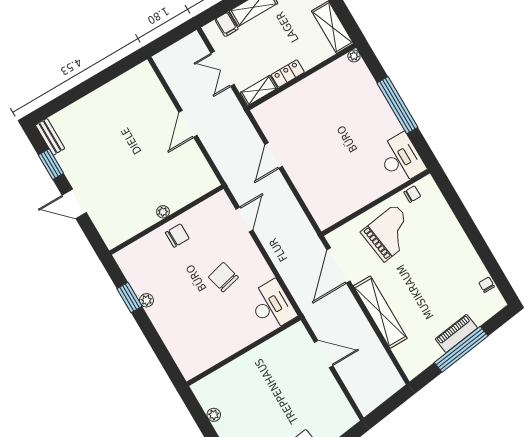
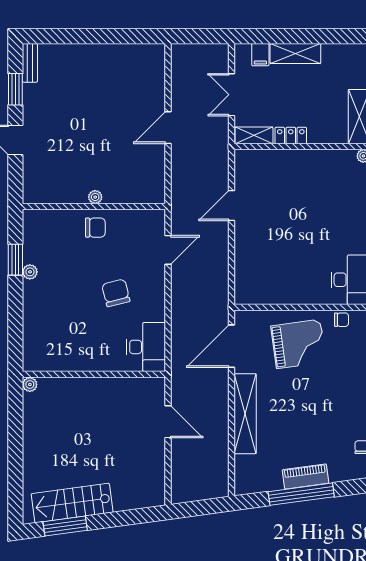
plant: (214, 415) -> (30, 384), moved

